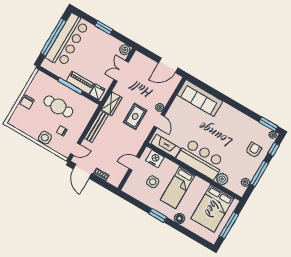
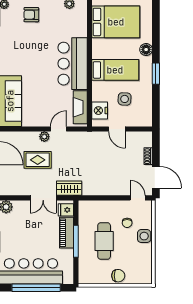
double door: (121, 71) -> (43, 198), moved
rug: (135, 116) -> (38, 160), moved
bench: (96, 127) -> (102, 190), removed
door: (83, 171) -> (156, 177), hinge flipped
plant: (222, 179) -> (80, 30), removed

